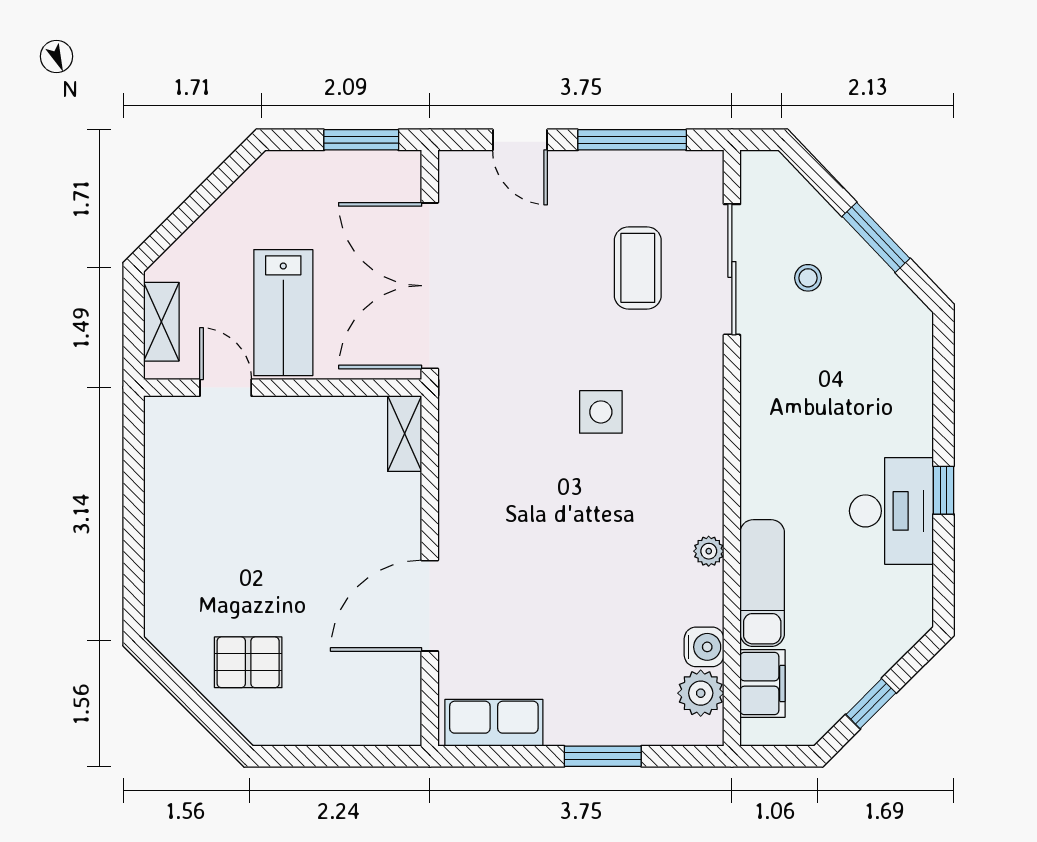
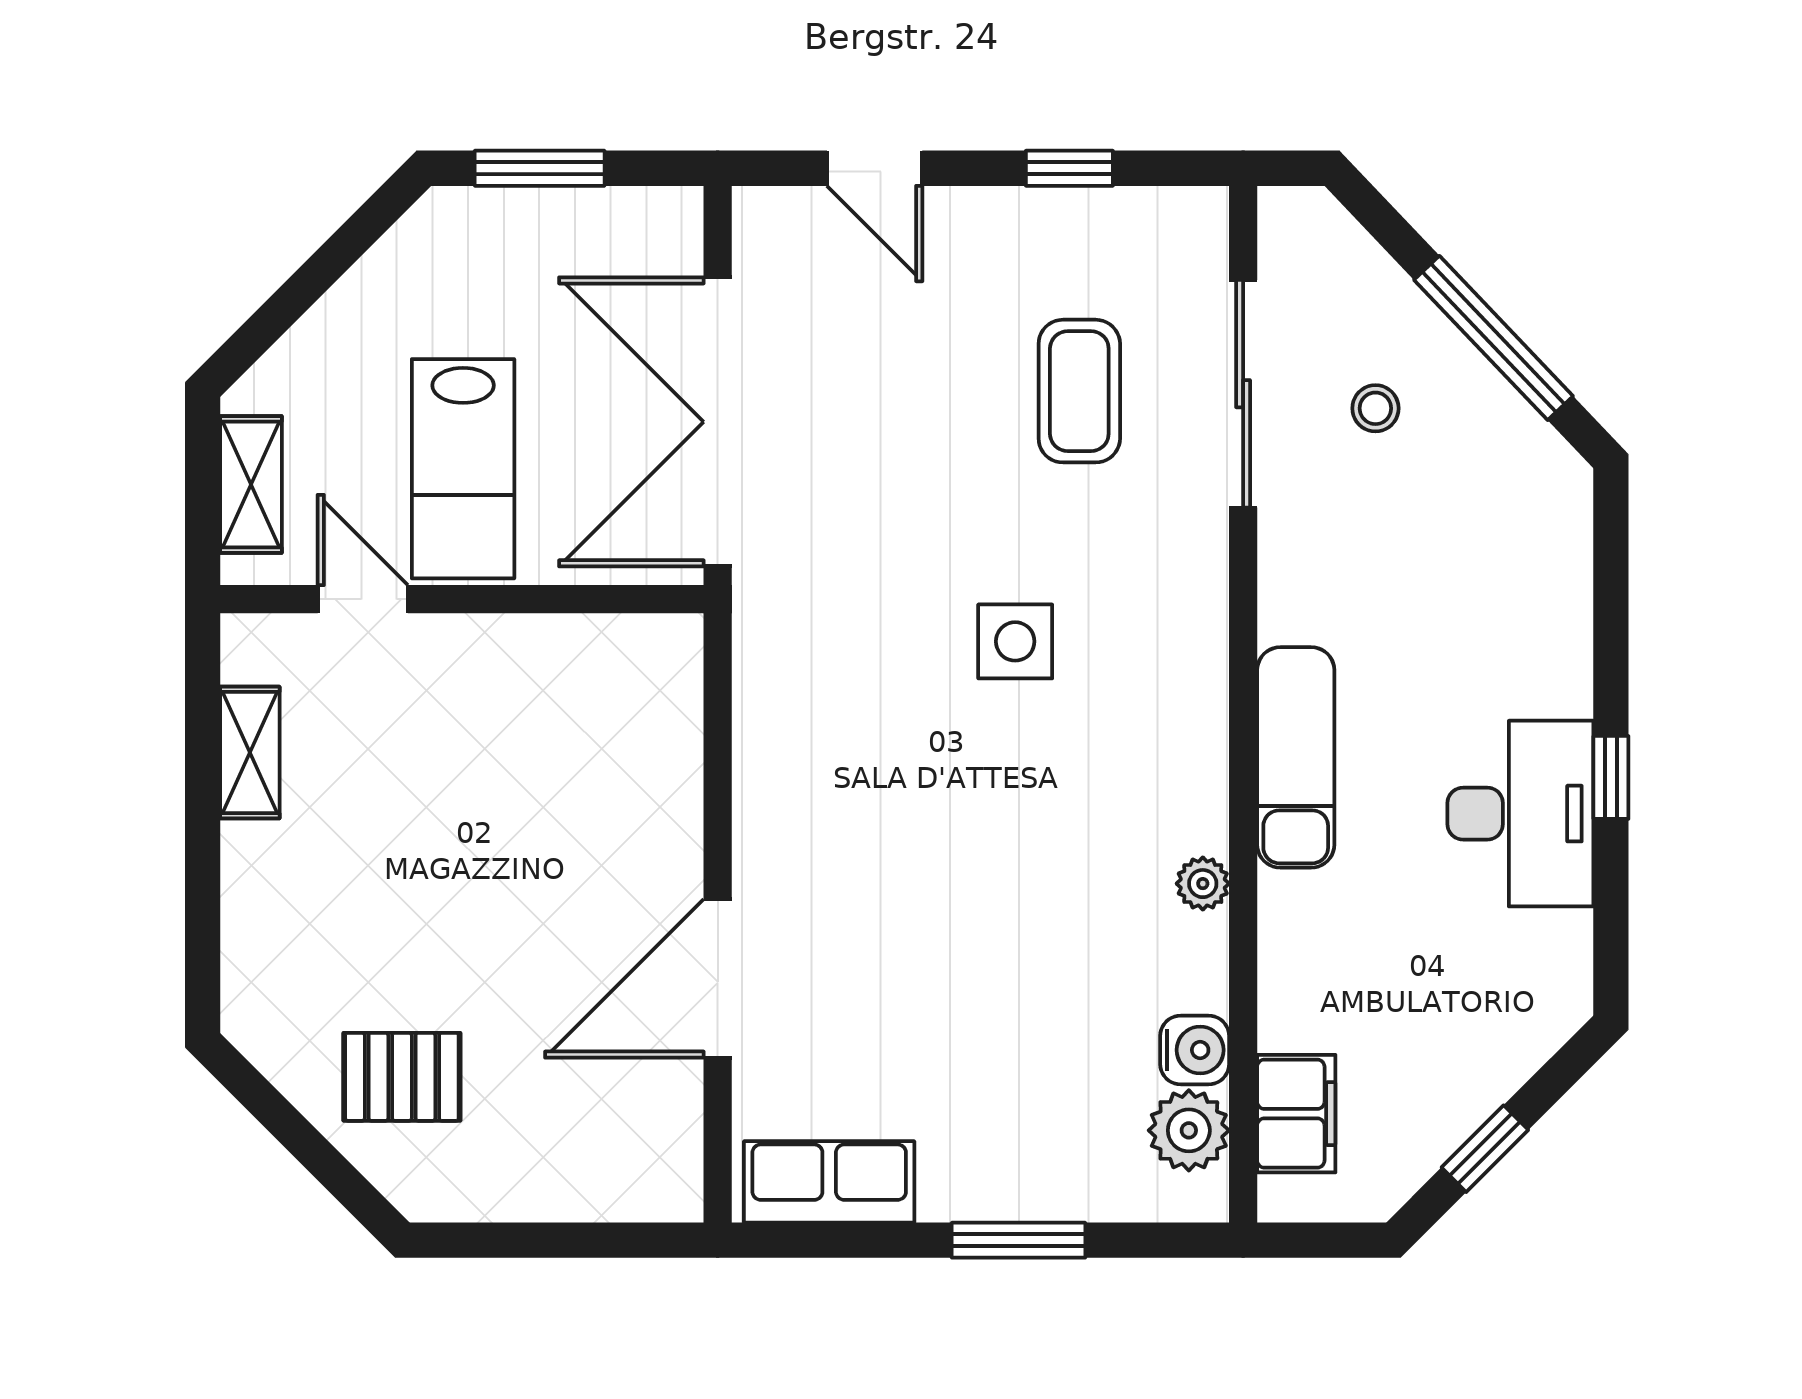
window: (361, 140) -> (540, 168), moved
window: (632, 140) -> (1069, 168), width x0.46
window: (876, 237) -> (1493, 338), width x1.44
shelving: (405, 434) -> (250, 753), moved
exam couch: (762, 583) -> (1296, 757), moved

